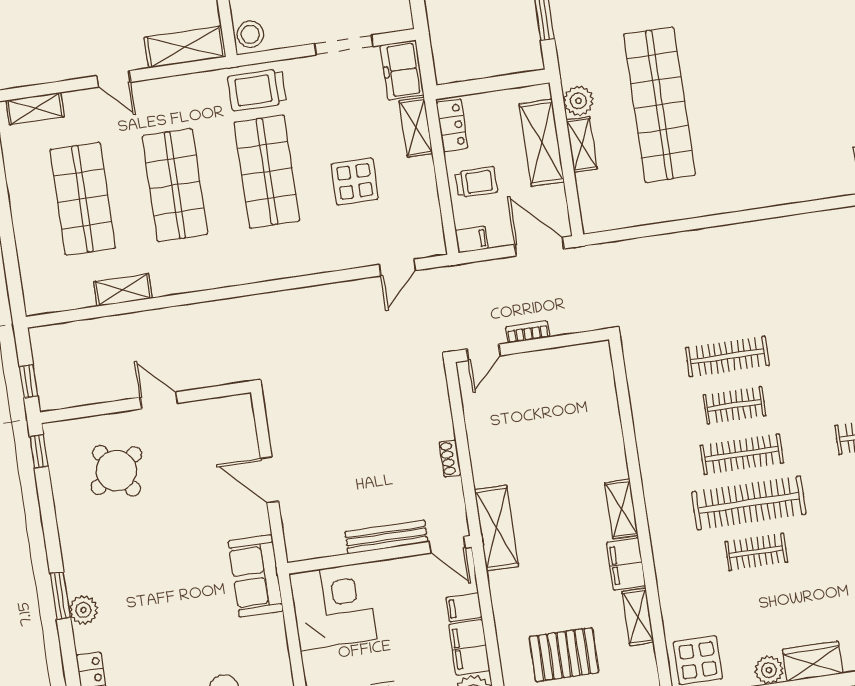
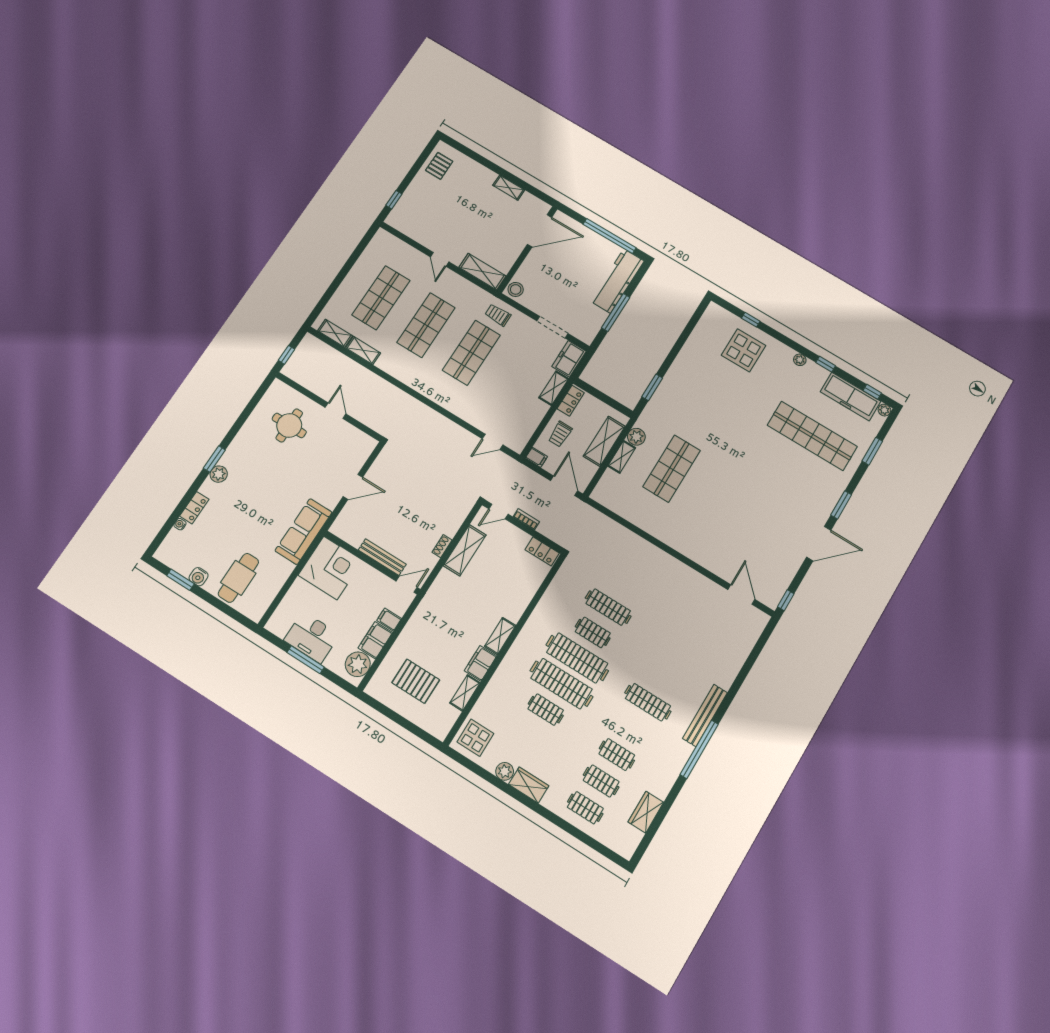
trolley: (257, 90) -> (498, 315), width x0.73, depth x0.72
shop shelf: (659, 105) -> (672, 469), width x0.71
shelving: (35, 109) -> (335, 333), moved
display table: (355, 181) -> (506, 389), removed
trolley: (476, 182) -> (560, 434), turned 90
locker: (583, 356) -> (542, 551), added
window: (39, 451) -> (263, 388), removed
clothes rail: (742, 454) -> (577, 658), width x1.37, depth x1.31
round table: (116, 471) -> (289, 425), turned 34
door: (269, 480) -> (353, 487), swing flipped
shelving: (497, 528) -> (465, 550), moved
door: (447, 545) -> (407, 584), swing flipped
sofa: (256, 576) -> (304, 531), width x1.36

